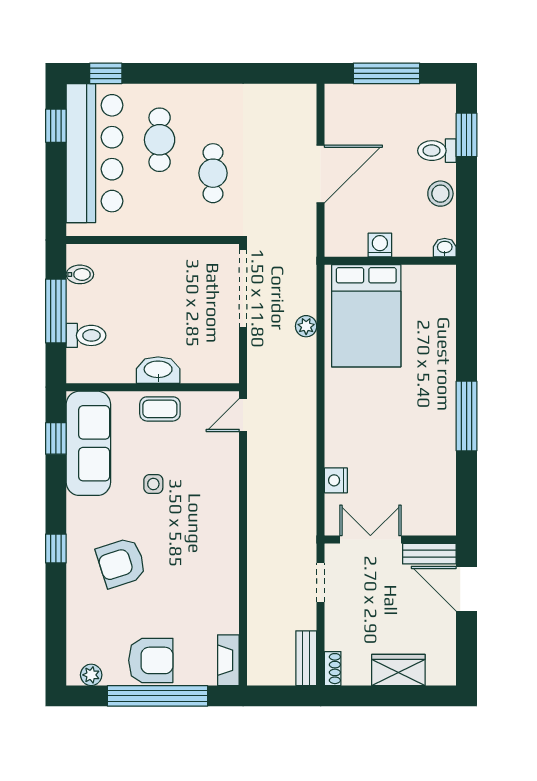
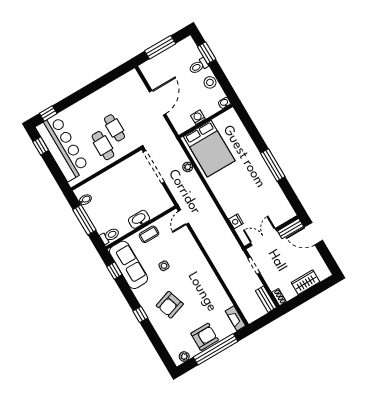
cafe table: (160, 140) -> (103, 146), moved
toilet: (86, 335) -> (110, 236), moved

